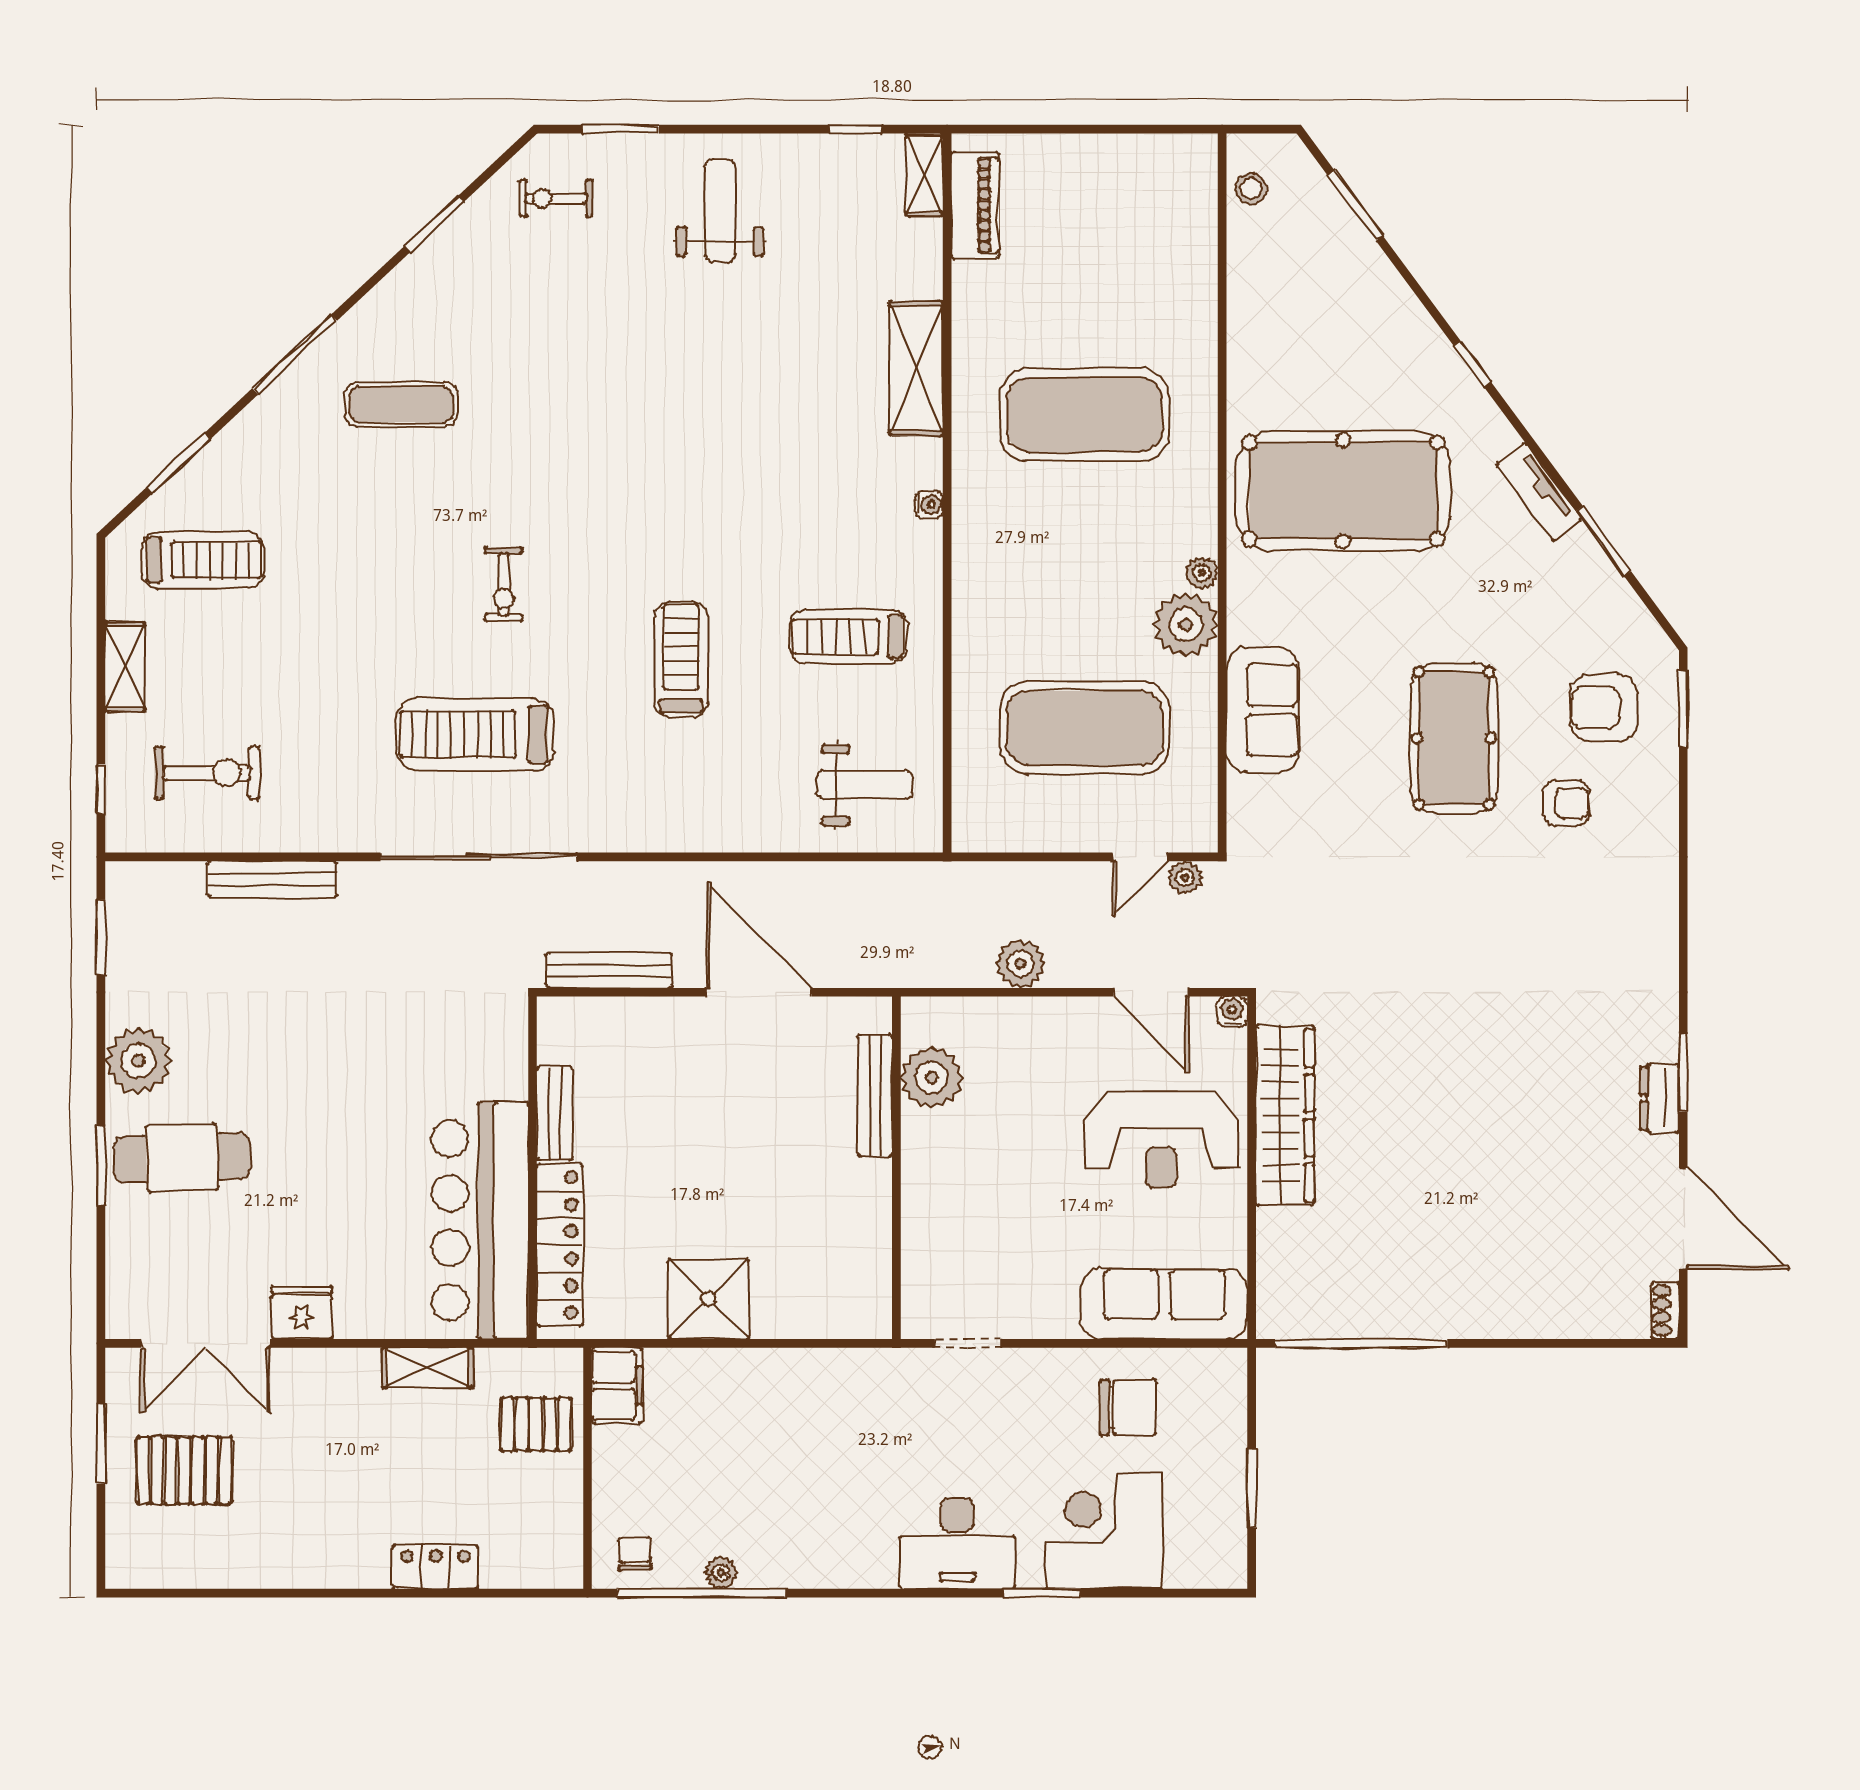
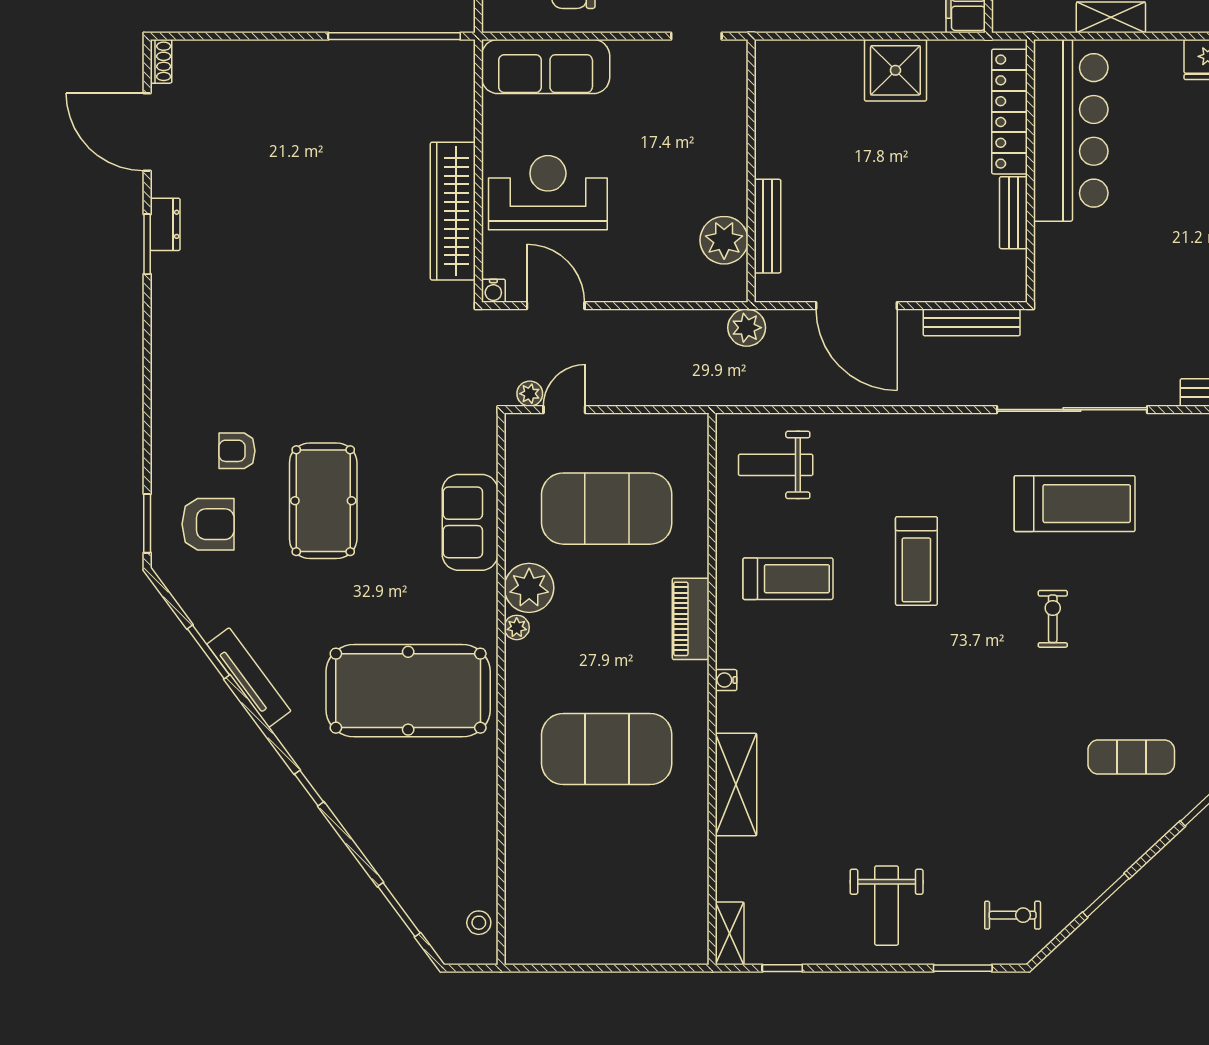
piano: (975, 205) -> (691, 619), moved
tv unit: (1539, 492) -> (249, 678), width x1.41
plant: (1021, 964) -> (747, 328), moved

